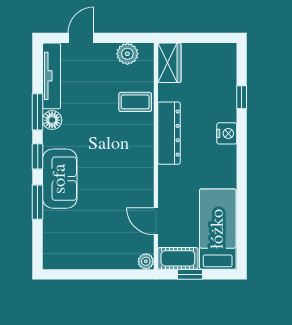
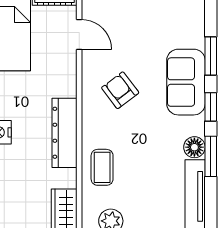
coffee table: (135, 102) -> (102, 167), turned 90
armchair: (119, 171) -> (120, 90), added

